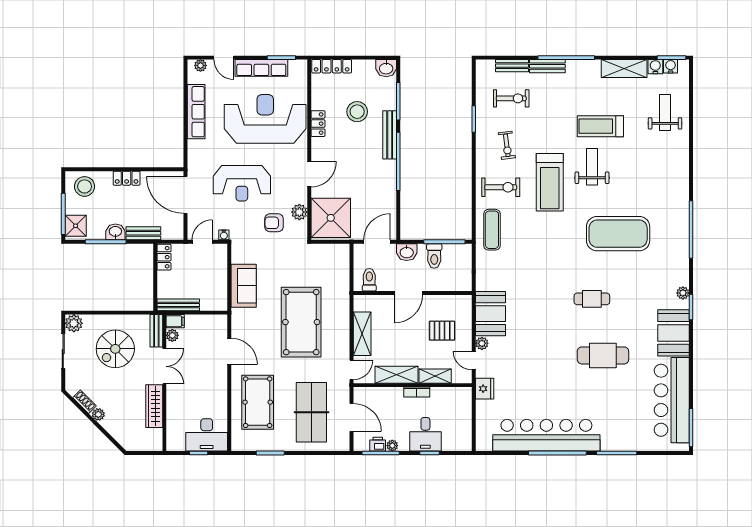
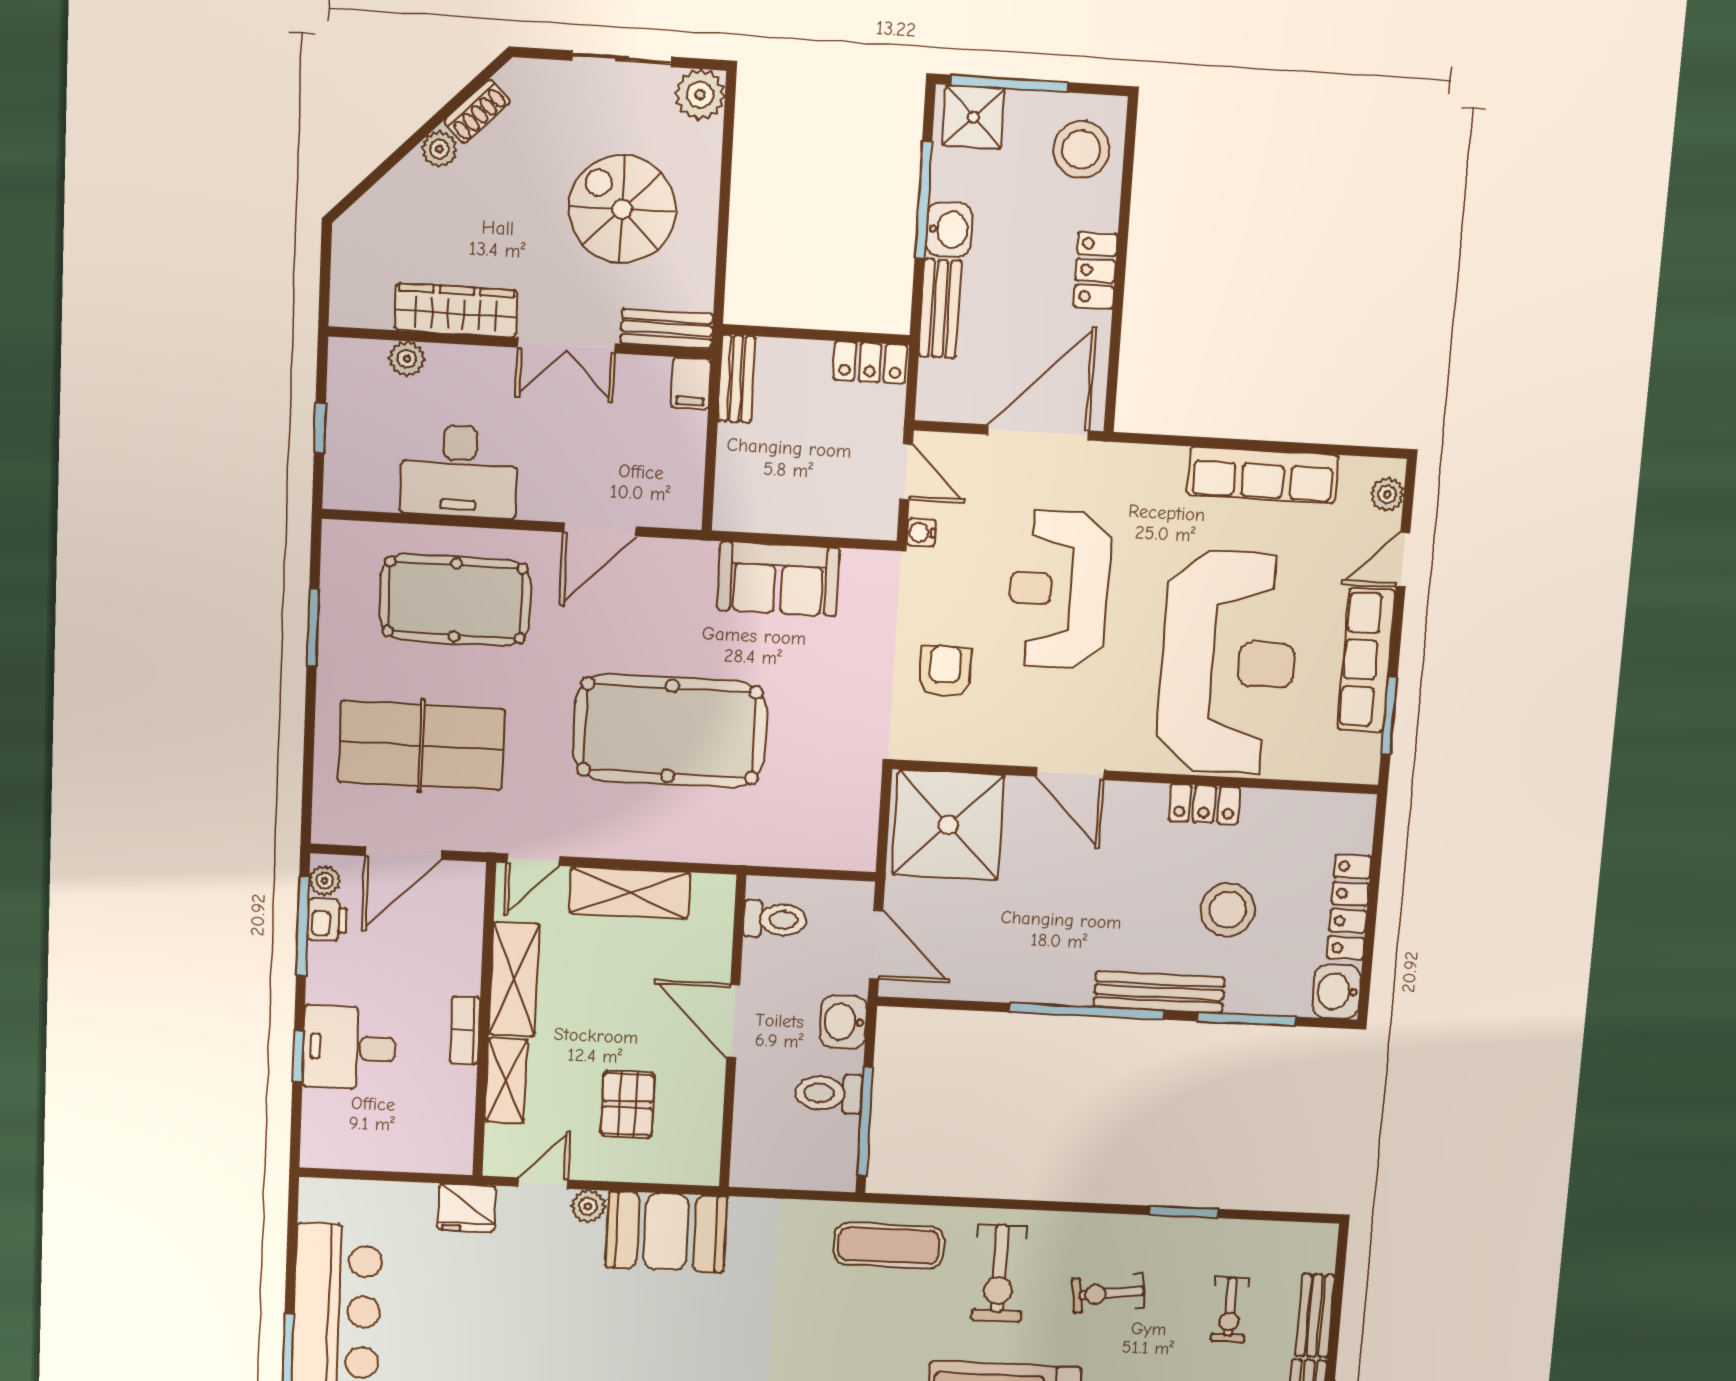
locker: (332, 66) -> (1349, 907), moved
exercise bike: (511, 98) -> (1230, 1310), width x0.73, depth x0.72
plant: (299, 212) -> (969, 742), removed
bench: (178, 305) -> (736, 379), width x0.73
plant: (172, 335) -> (407, 359), moved
door: (351, 370) -> (533, 860), hinge flipped
desk: (207, 435) -> (459, 471), moved, turned -90
plant: (392, 446) -> (325, 881), moved

